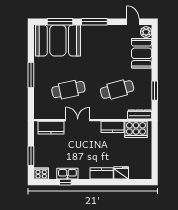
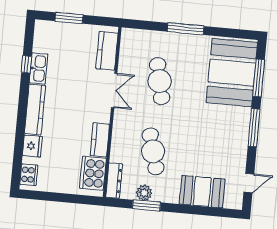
plant: (146, 32) -> (144, 193), moved
cooker: (41, 173) -> (29, 175), moved
kitchen counter: (102, 173) -> (35, 109), width x1.50

